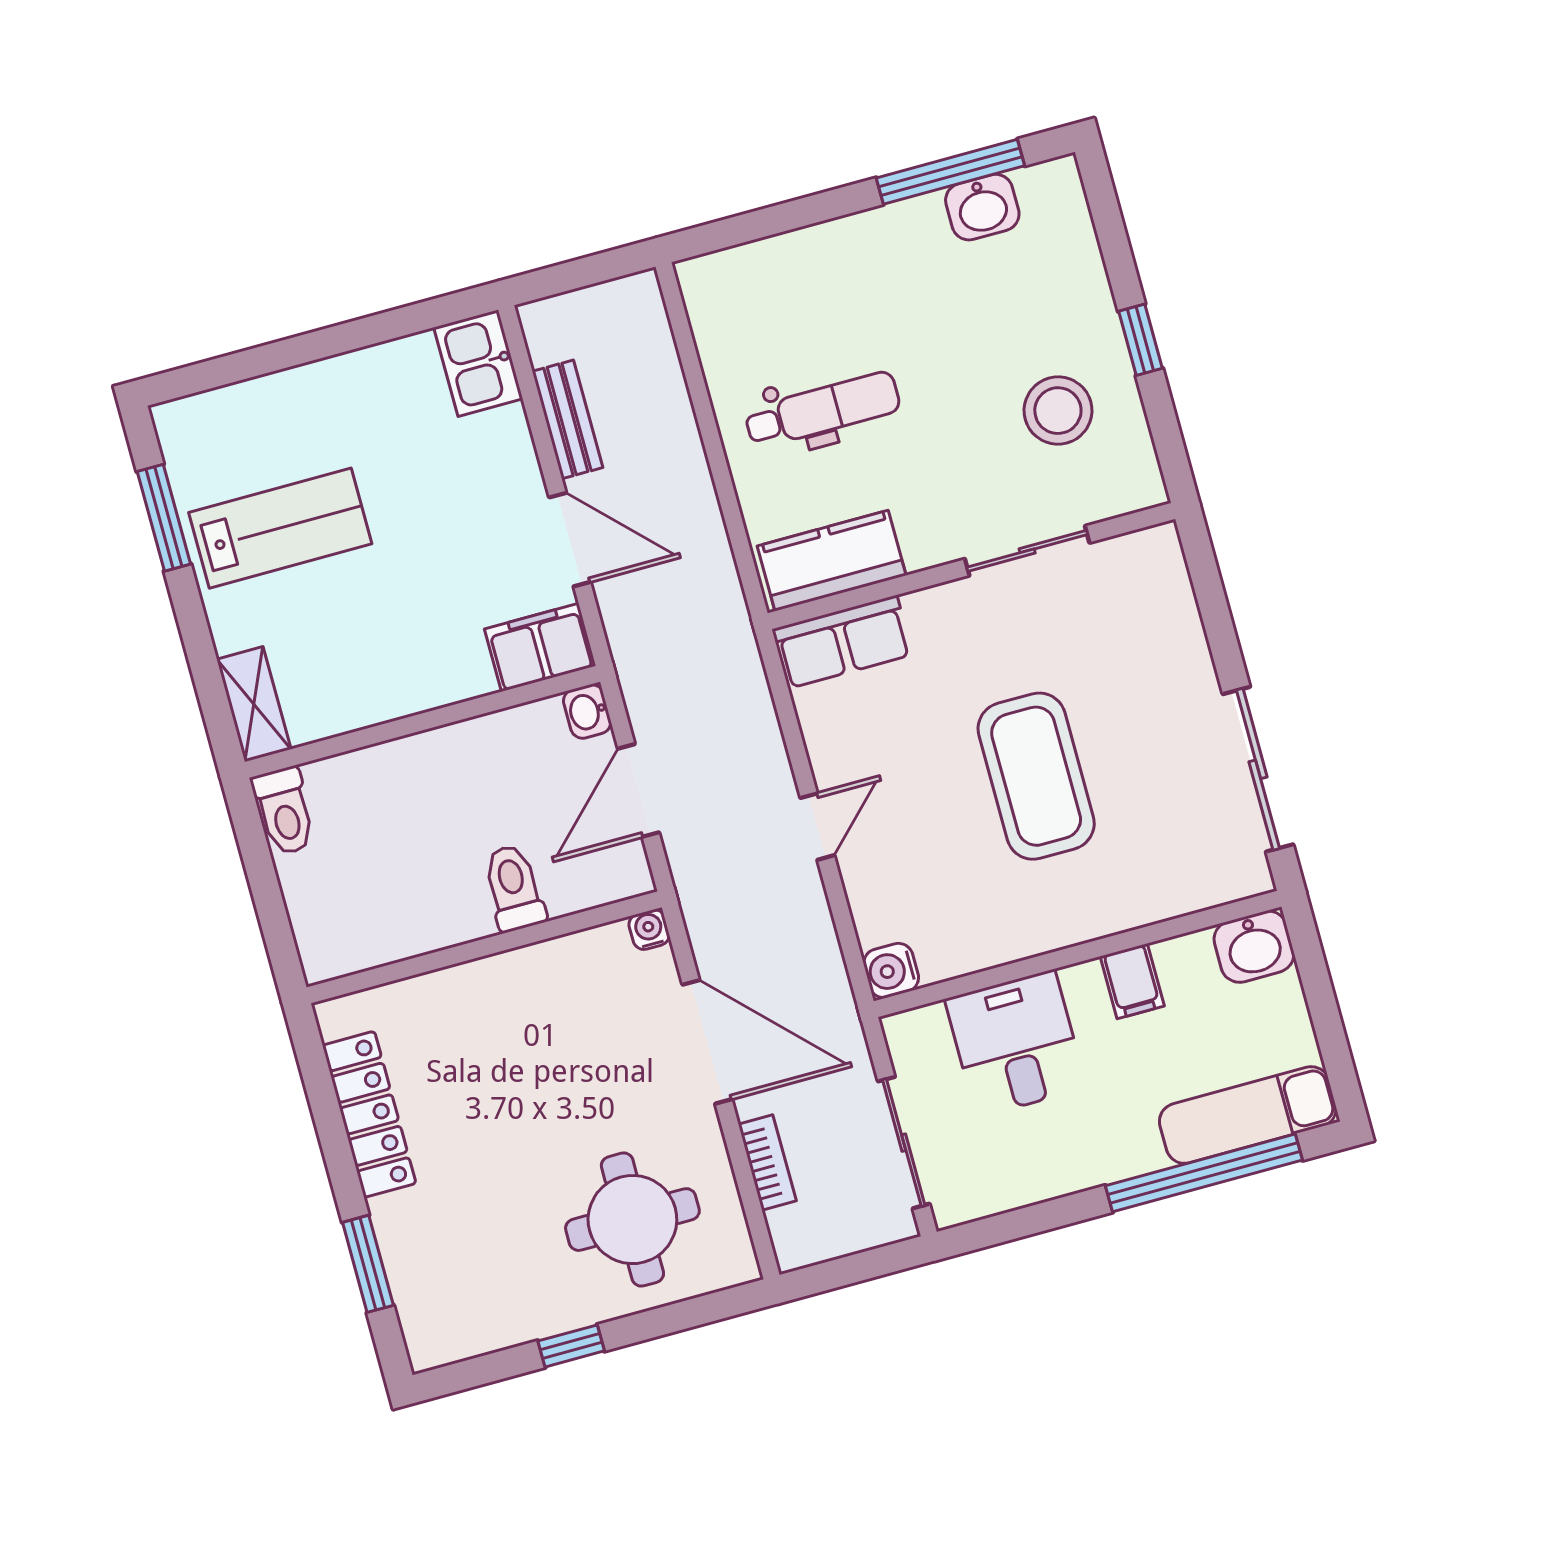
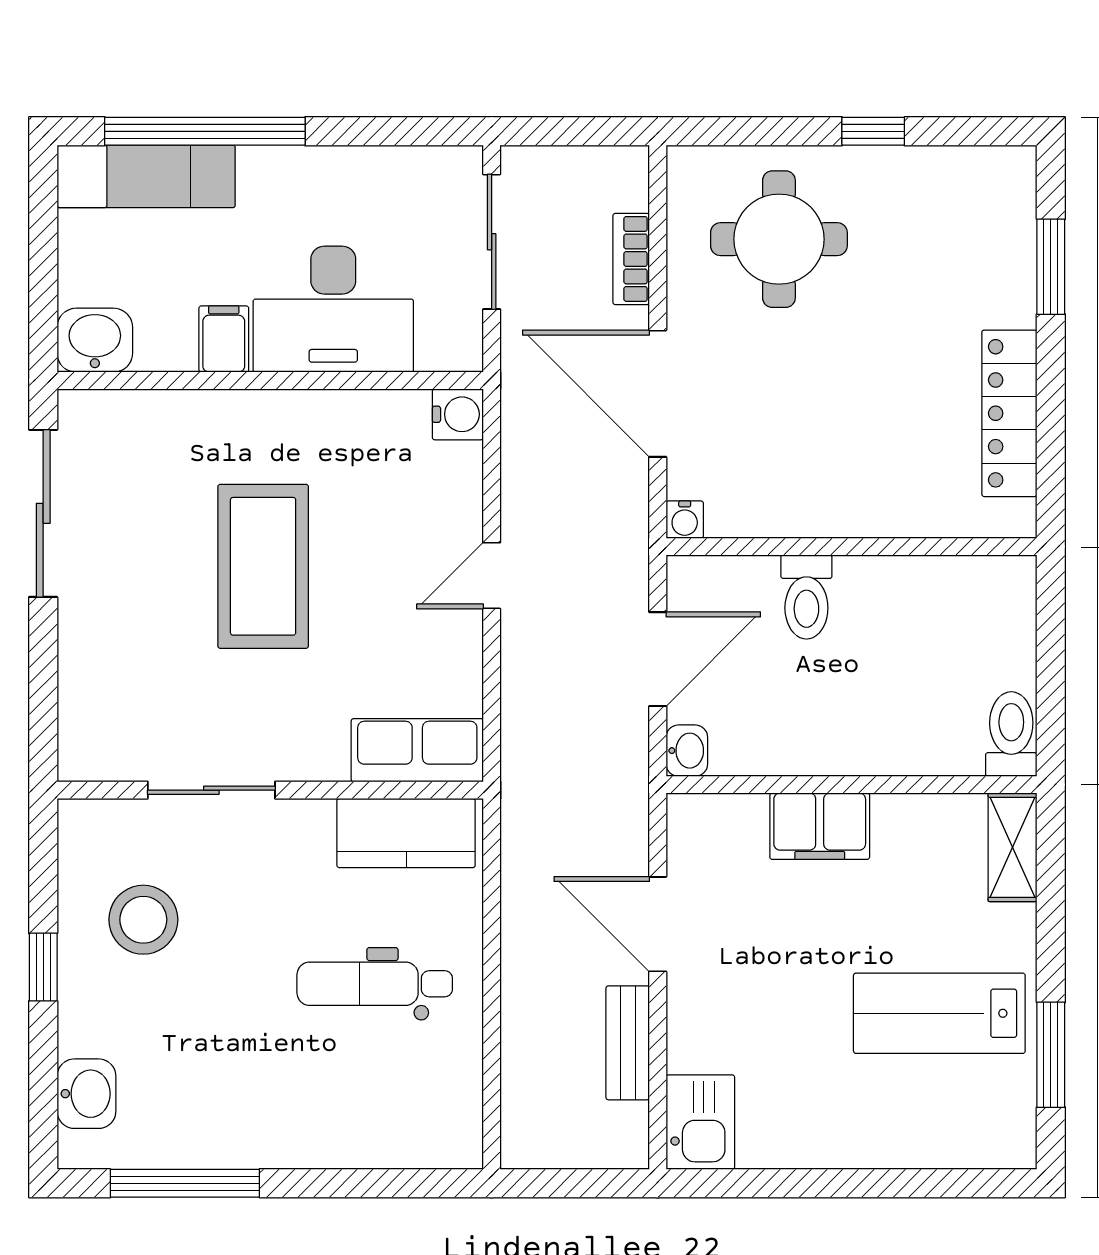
washbasin: (982, 207) -> (86, 1094), moved, turned 90
filing cabinet: (540, 647) -> (820, 826), moved
desk: (1016, 1043) -> (333, 309), width x1.37

